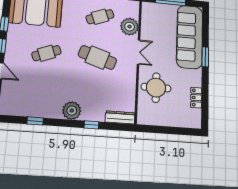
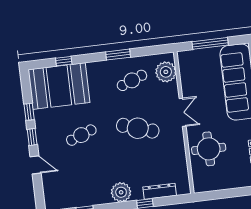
plant: (130, 27) -> (166, 72), moved
dresser: (120, 117) -> (160, 191), moved

